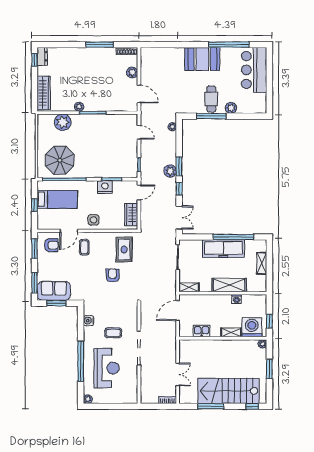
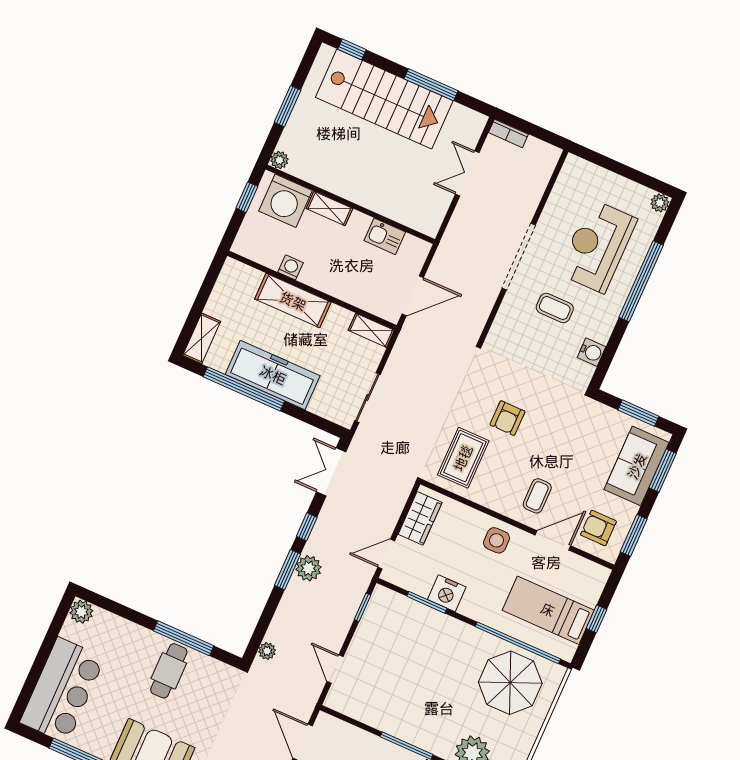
plant: (231, 108) -> (81, 612), moved
shelving: (262, 263) -> (202, 338), moved
sofa: (54, 291) -> (637, 466), moved, turned 90

